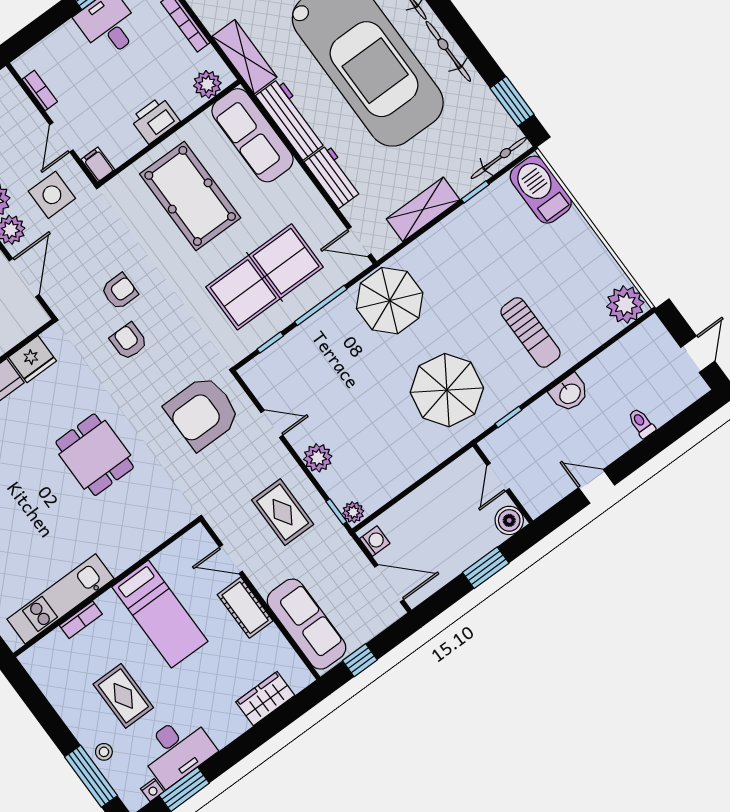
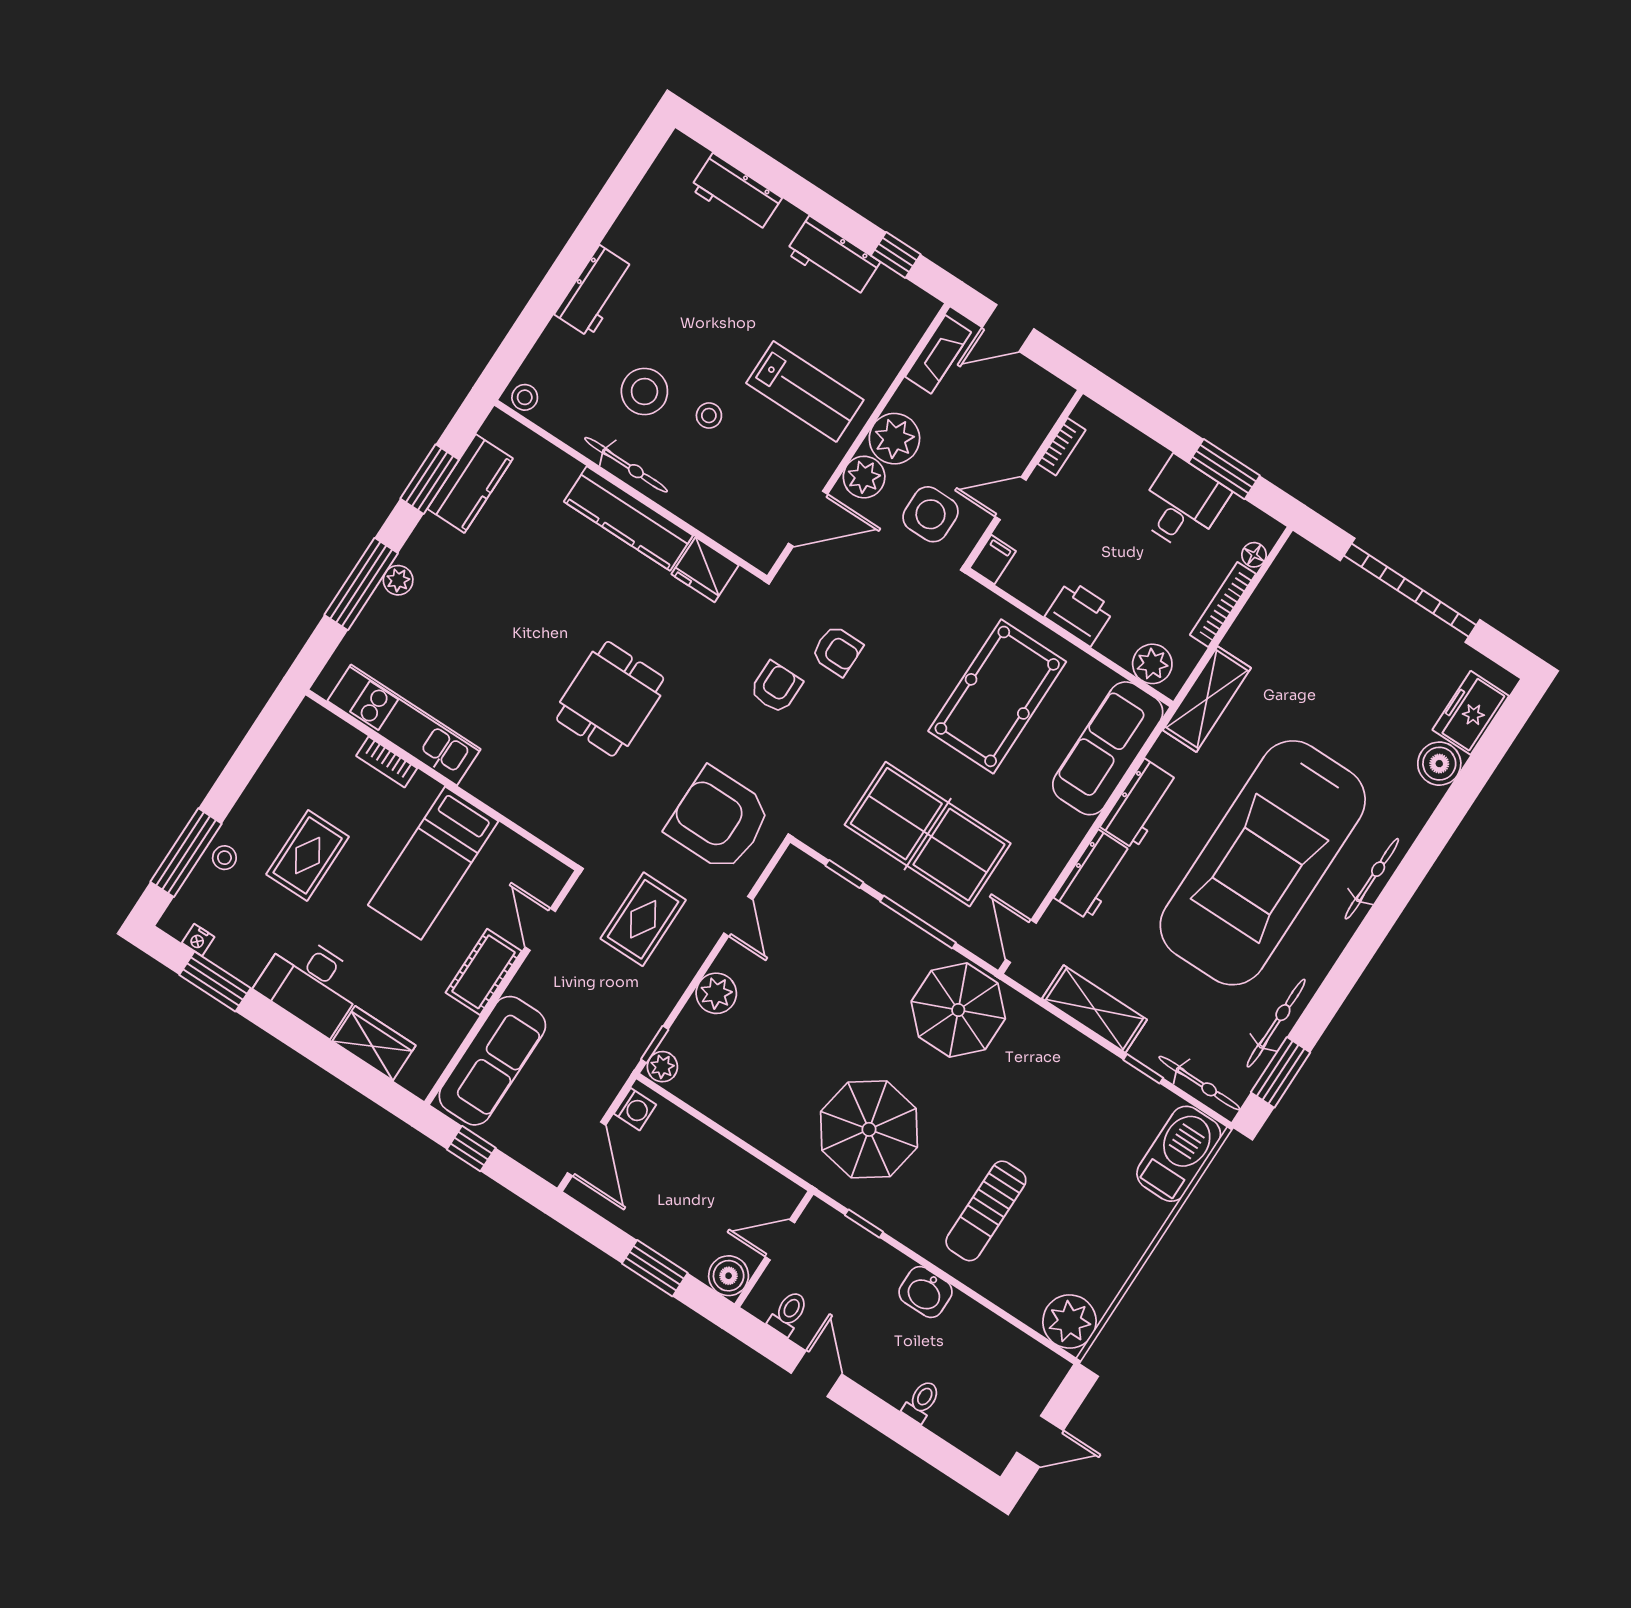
bicycle: (448, 51) -> (1276, 1023), moved
workbench: (291, 119) -> (1140, 804), width x0.73
toilet: (549, 490) -> (788, 1313), added
rug: (283, 512) -> (643, 919), moved
desk: (177, 750) -> (311, 984), moved

